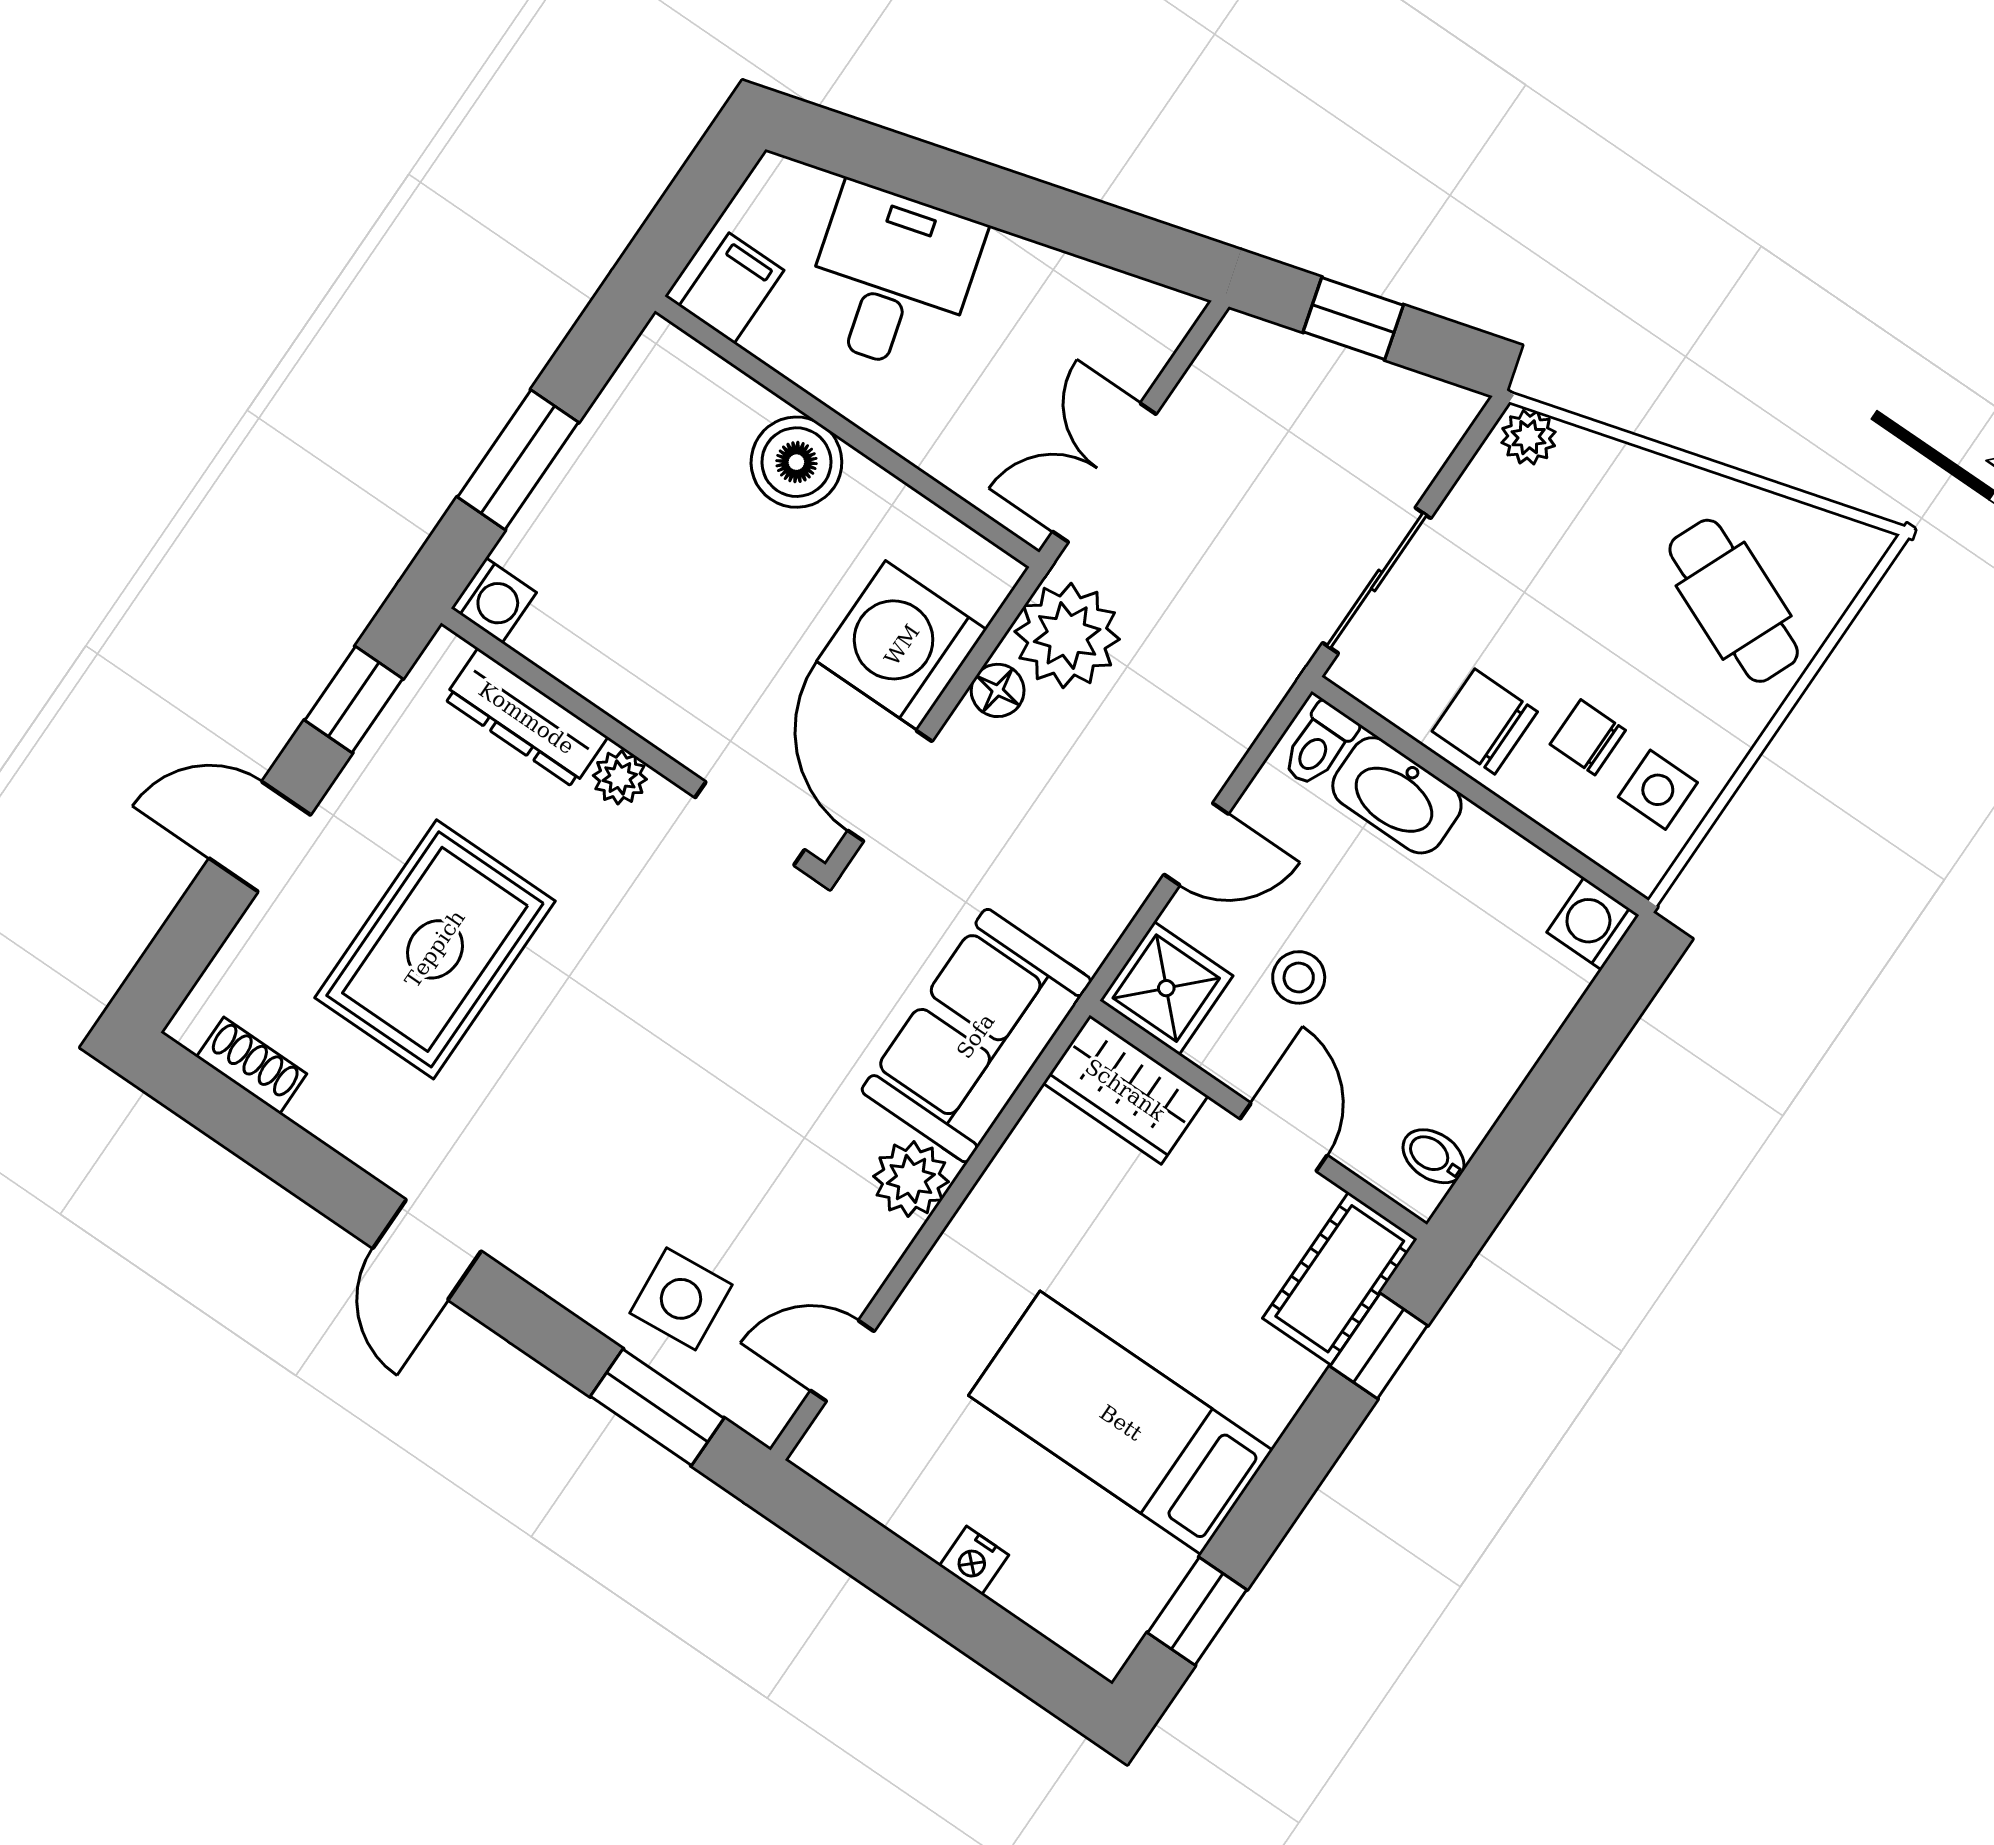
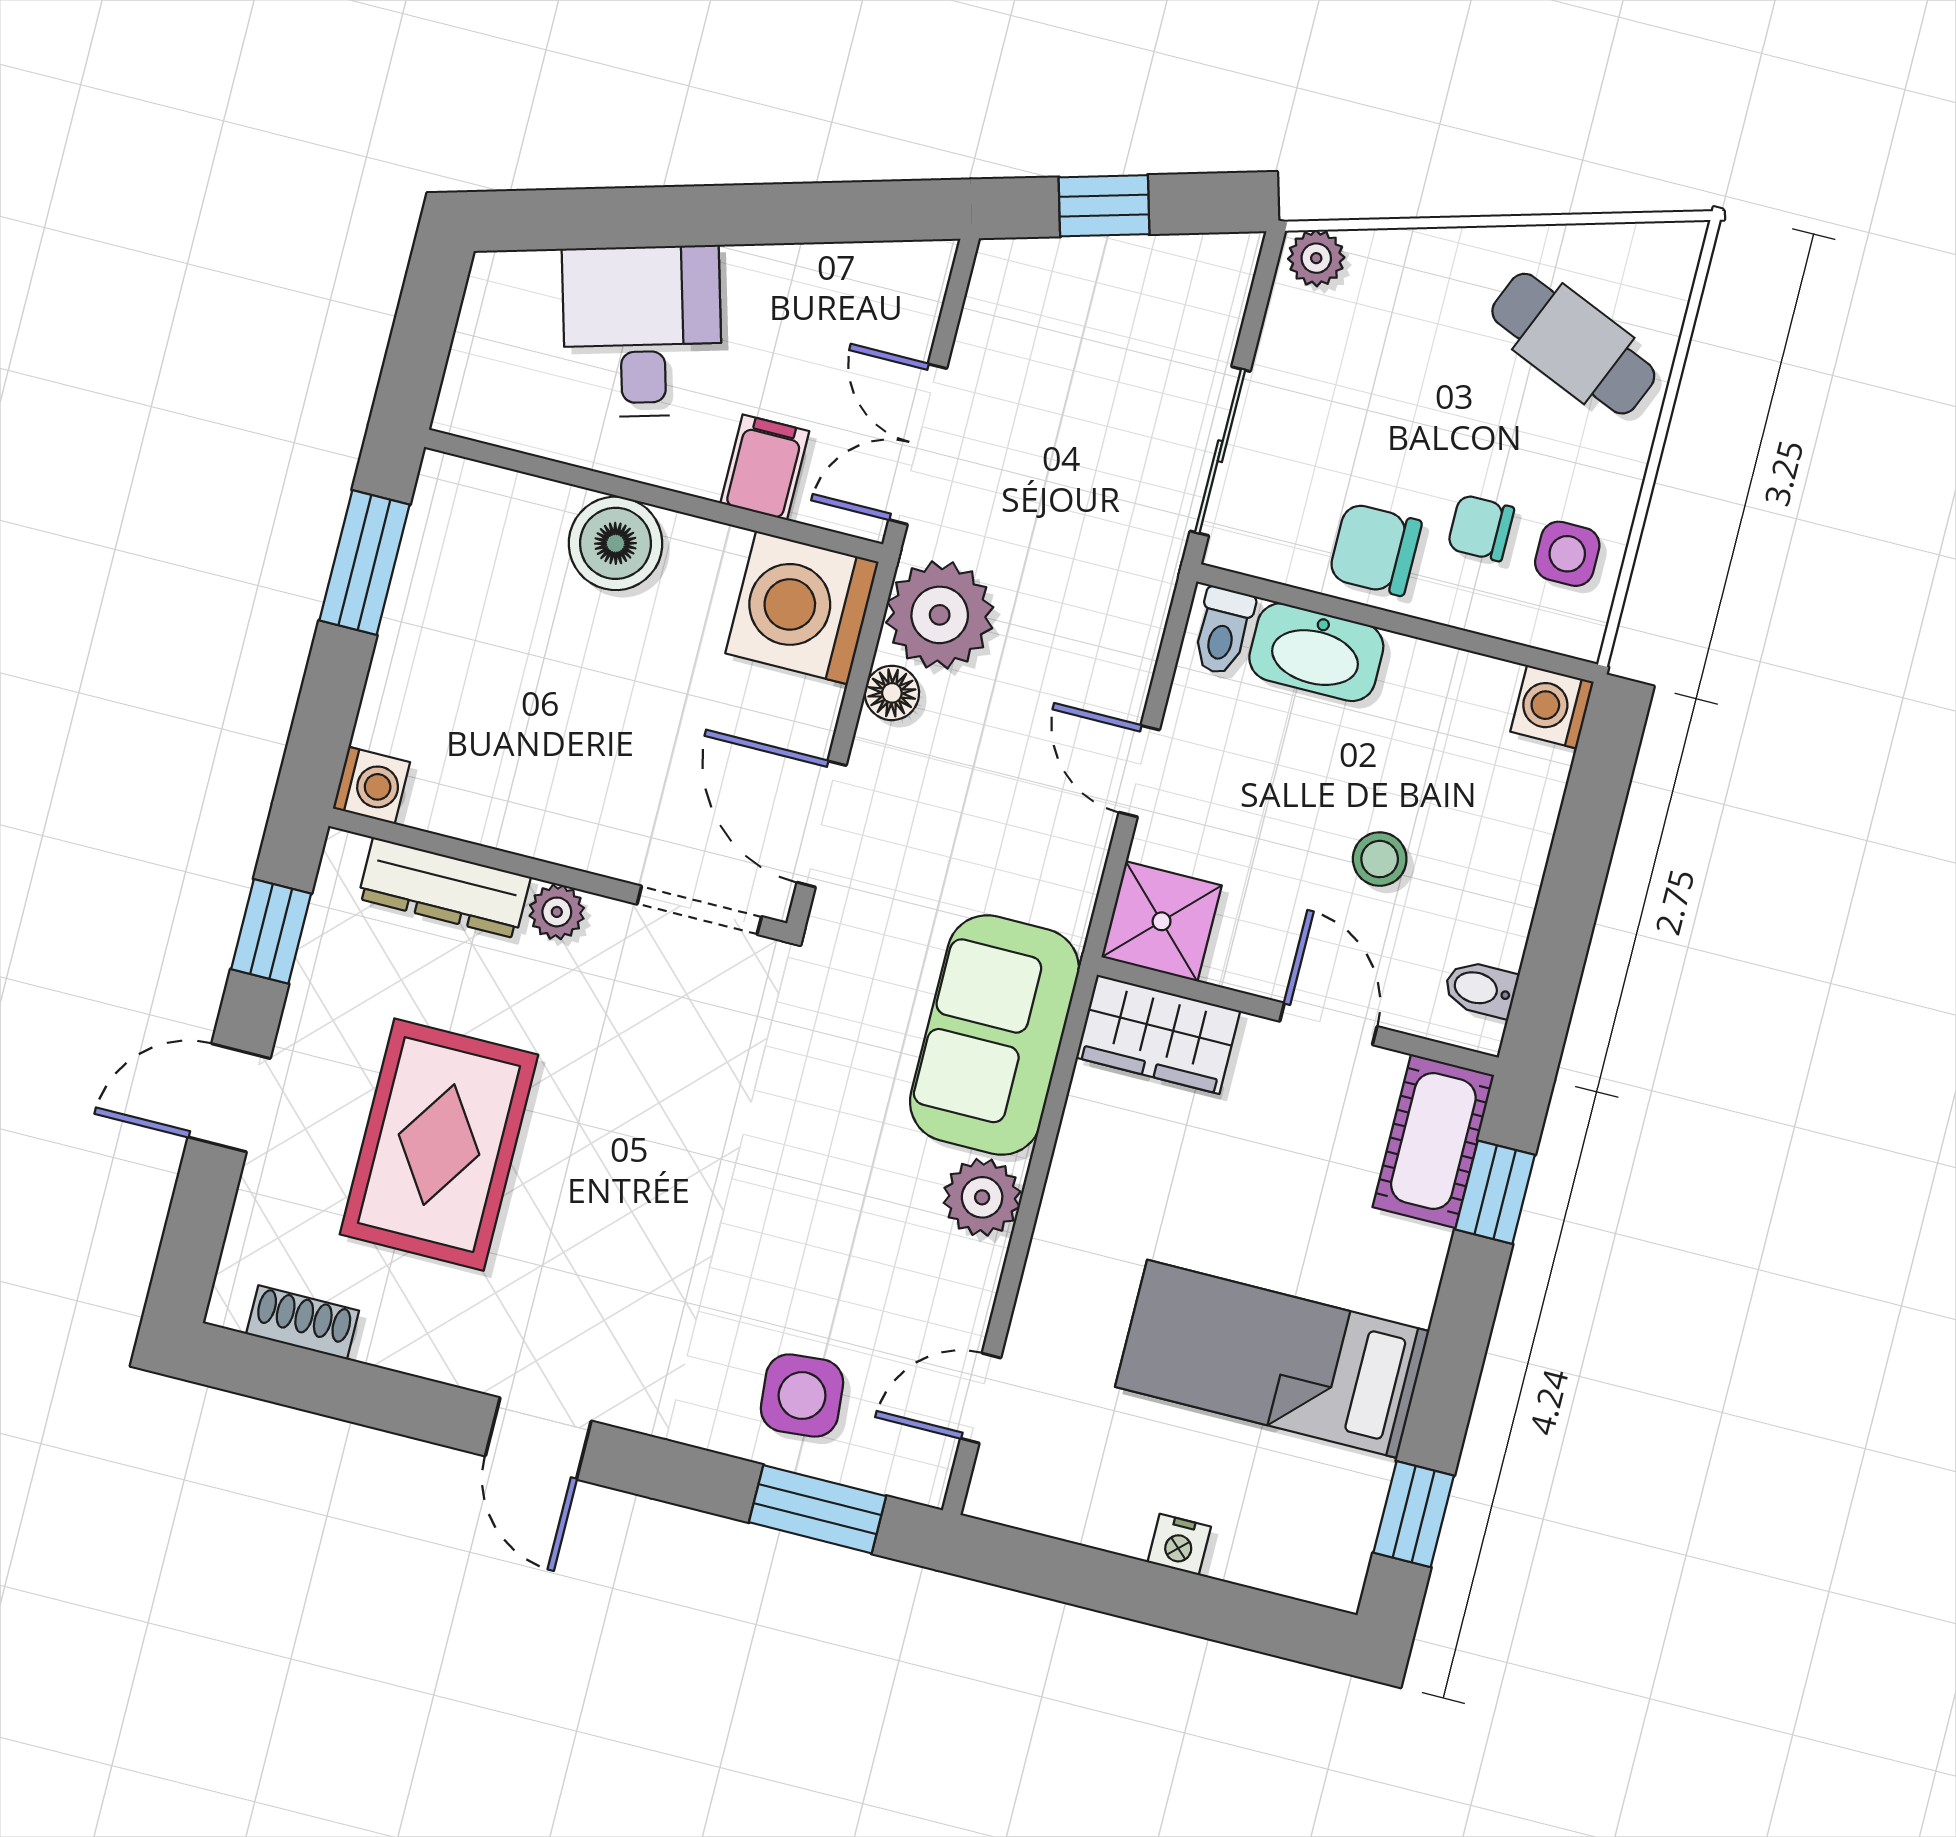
filing cabinet: (731, 288) -> (765, 467), moved
window: (518, 460) -> (364, 562), moved
washing machine: (902, 645) -> (802, 608), moved
door: (1196, 844) -> (1139, 771), swing flipped
stool: (1299, 977) -> (1380, 859), moved

